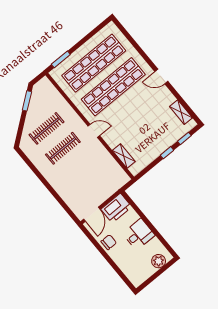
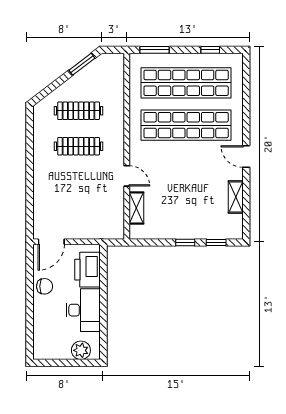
window: (92, 34) -> (210, 50), added
shelving: (181, 112) -> (236, 197), moved
door: (94, 131) -> (127, 176), moved
printer: (116, 208) -> (88, 270), moved, turned 90
desk: (139, 234) -> (83, 310), width x1.37

